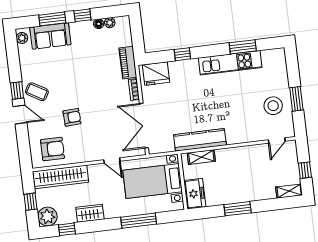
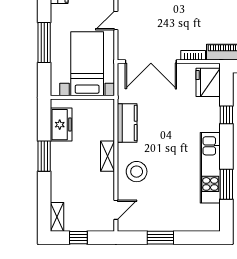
stool: (273, 106) -> (137, 172), moved
double door: (144, 126) -> (151, 62), swing flipped
kitchen counter: (200, 140) -> (127, 123), width x0.67
door: (277, 141) -> (116, 210), swing flipped
shelving: (201, 157) -> (107, 156), moved
freezer: (195, 194) -> (61, 125), moved, turned -90

